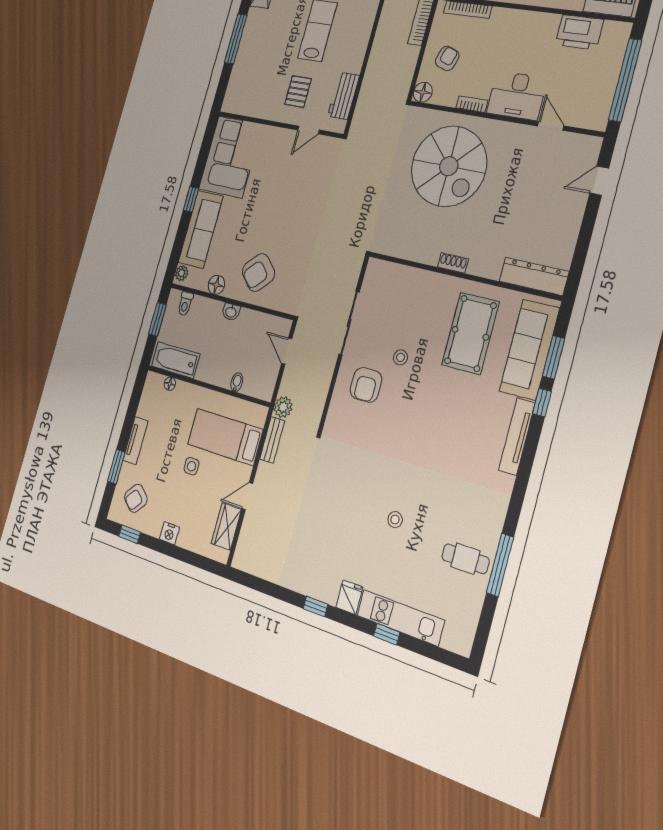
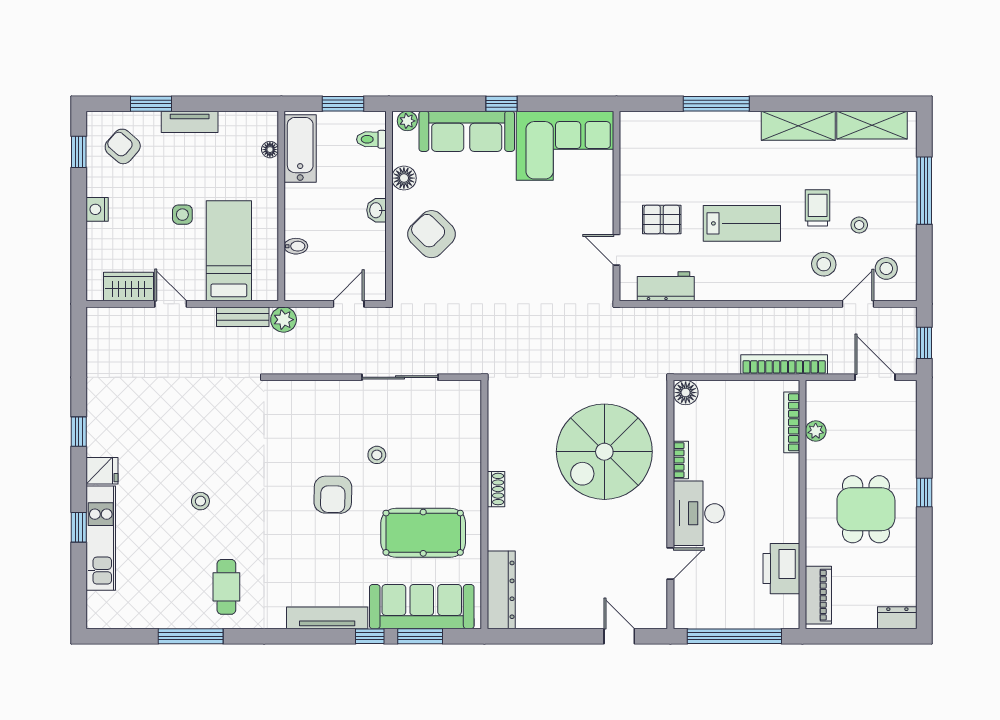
armchair: (447, 58) -> (730, 413), removed
armchair: (366, 385) -> (333, 495), moved, turned -89
cafe table: (465, 559) -> (226, 587), moved

